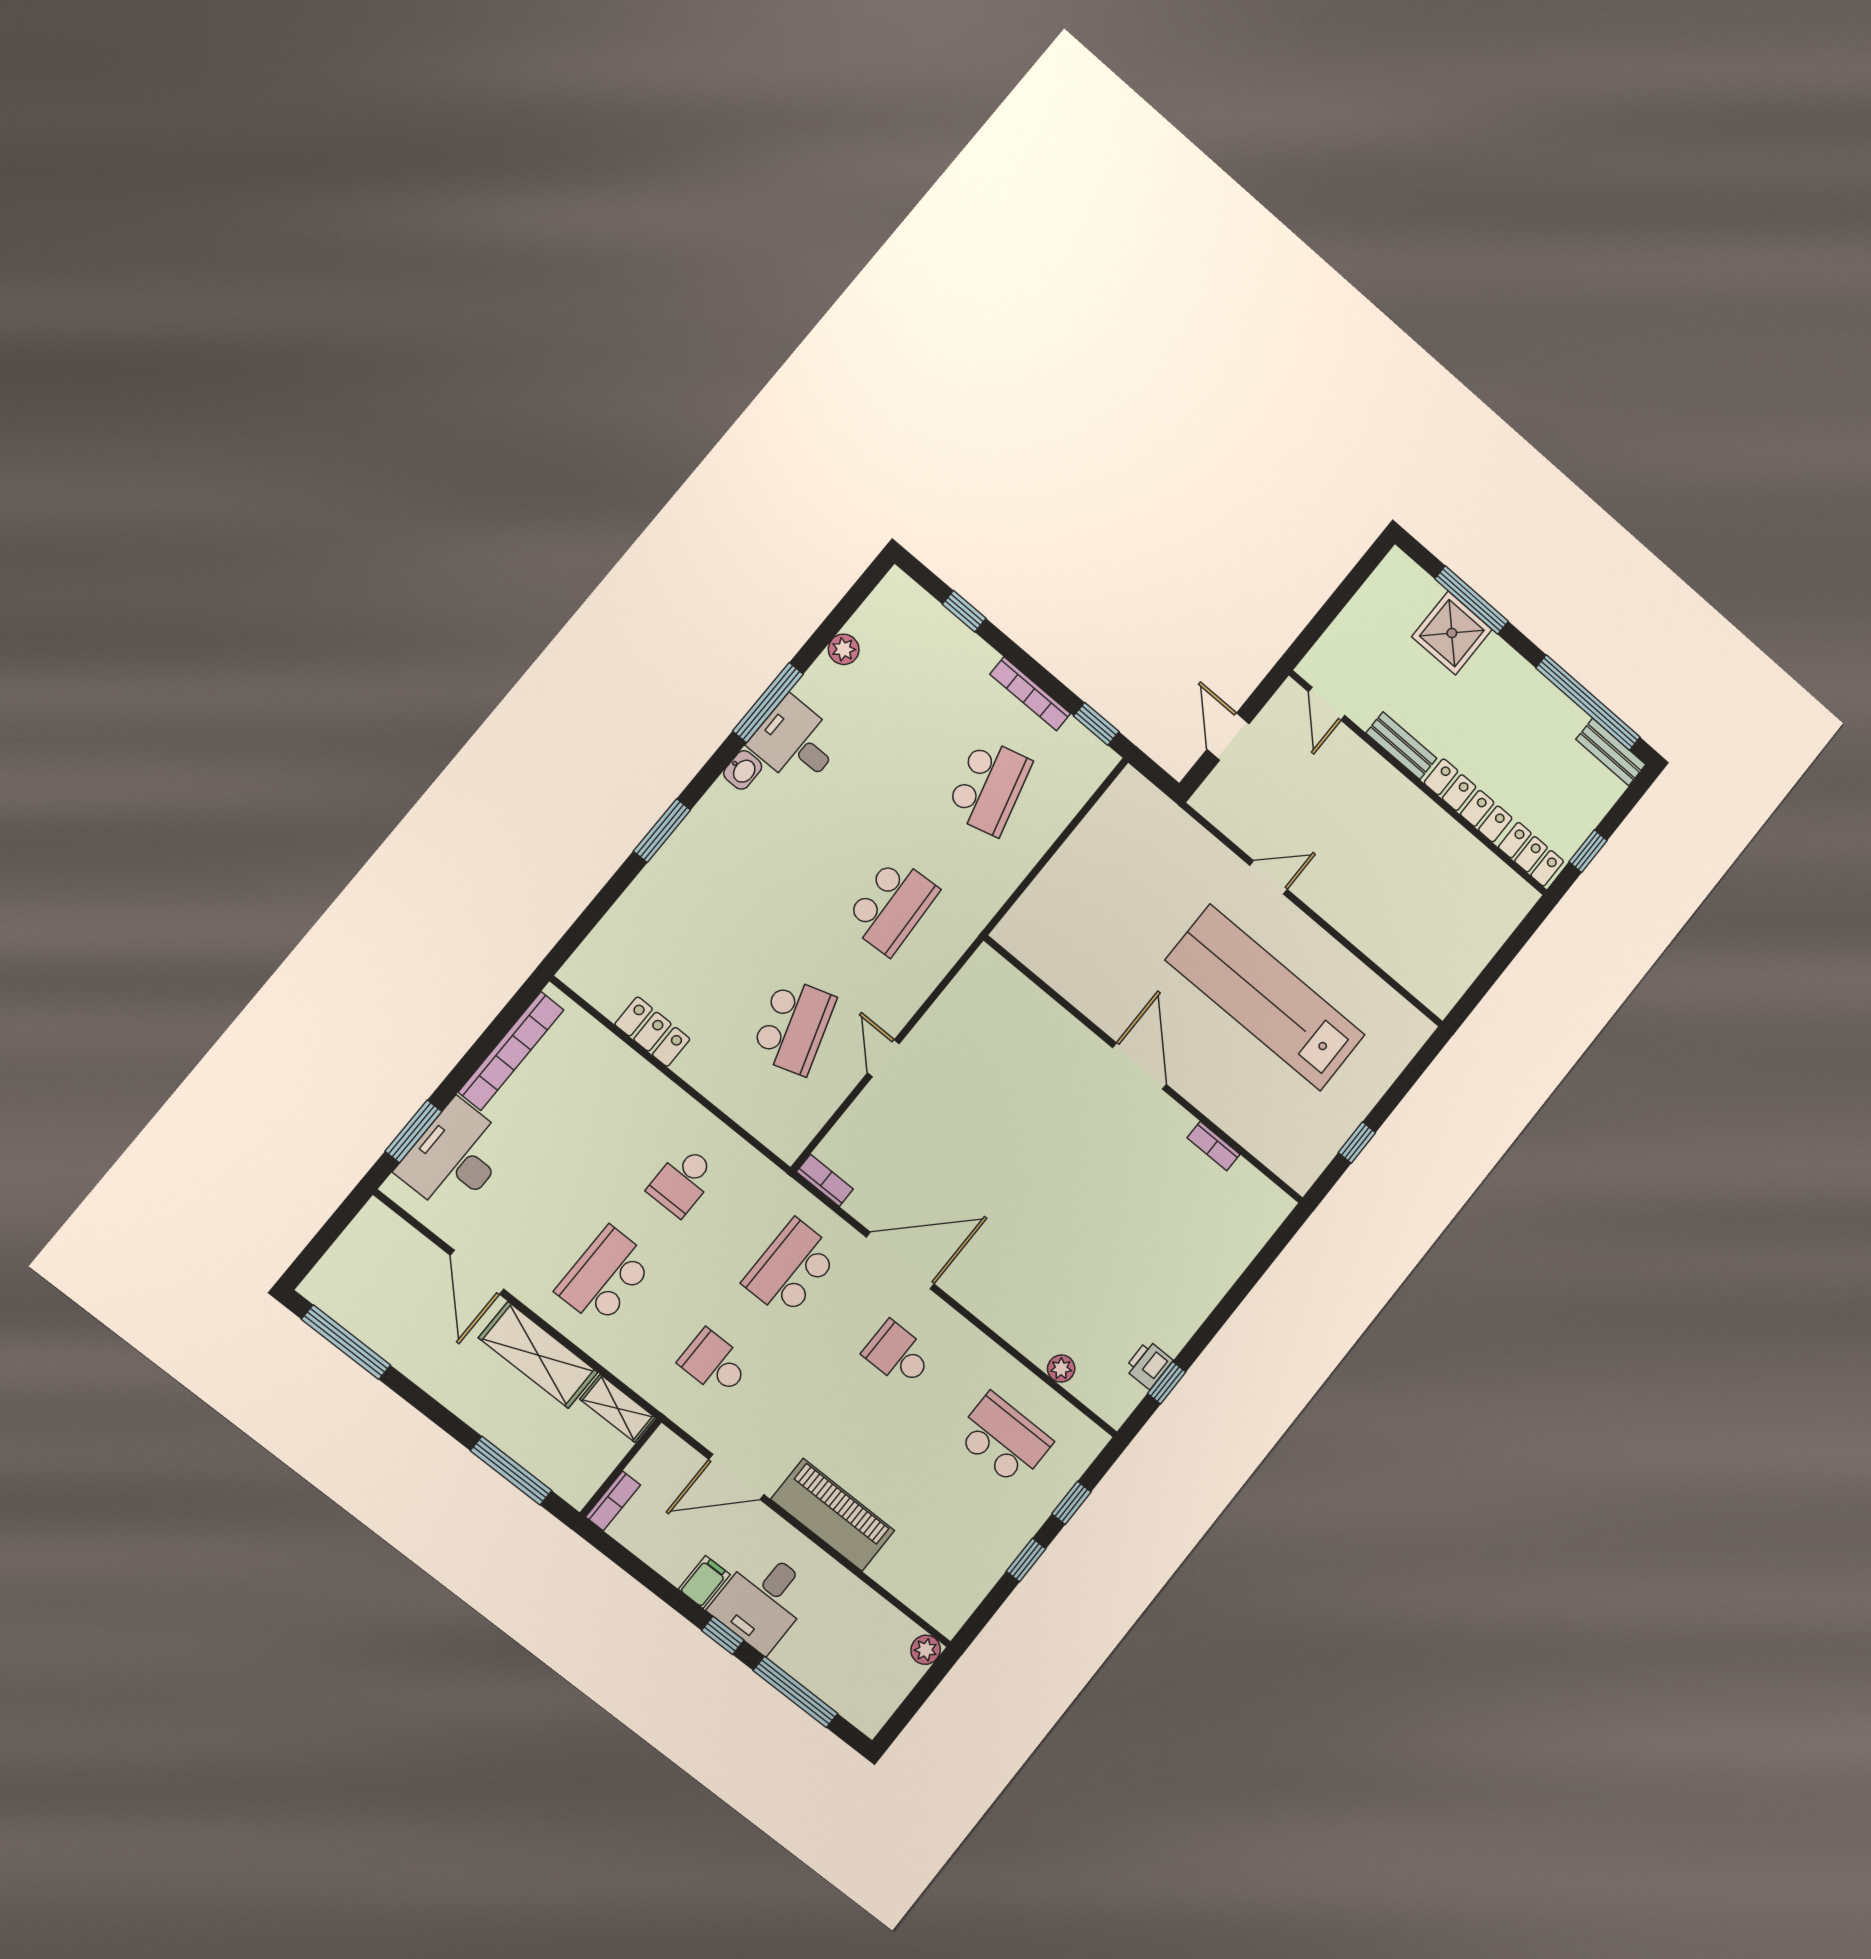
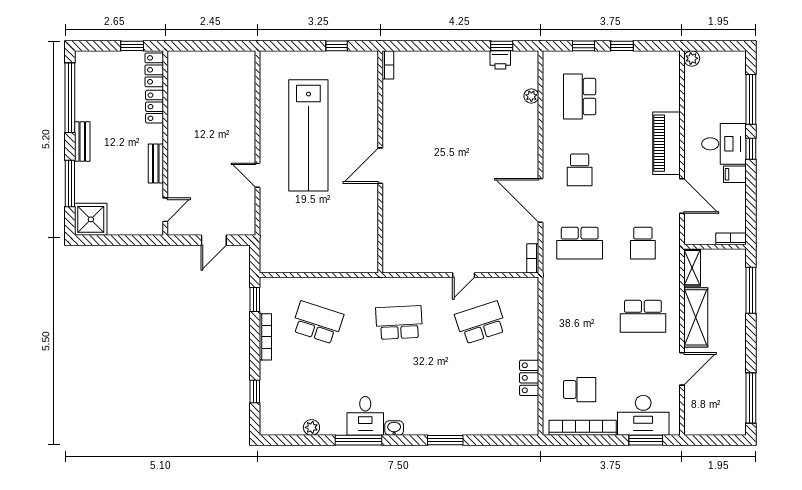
shower: (1452, 633) -> (91, 219), moved
bench: (1611, 752) -> (82, 141), moved
school desk: (989, 787) -> (318, 323), turned 33
locker: (1468, 800) -> (155, 107), width x0.66
bookcase: (1214, 1146) -> (388, 65), moved
school desk: (683, 1181) -> (580, 390), moved

